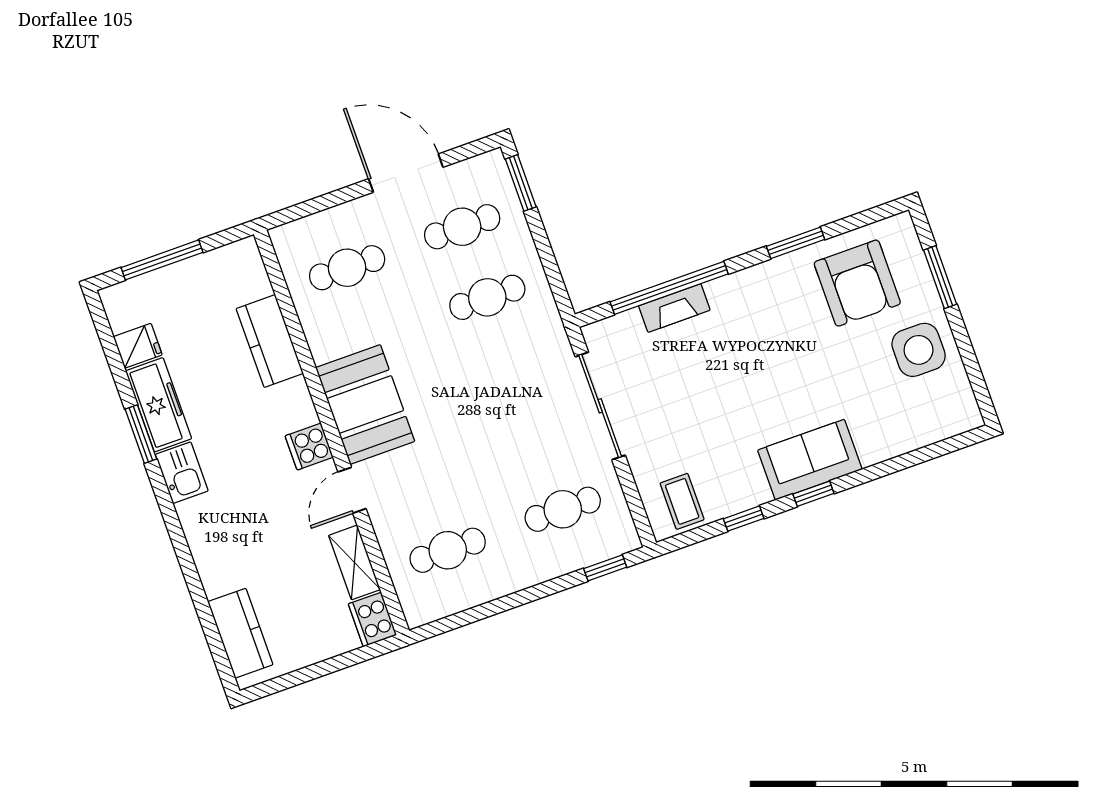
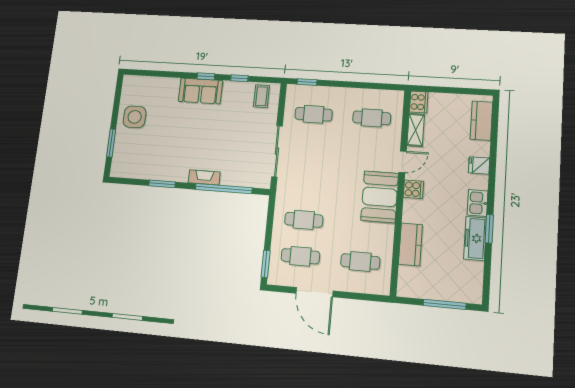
armchair: (857, 283) -> (145, 156), removed
fireplace: (674, 308) -> (204, 177), moved
fridge: (138, 346) -> (479, 165), moved

